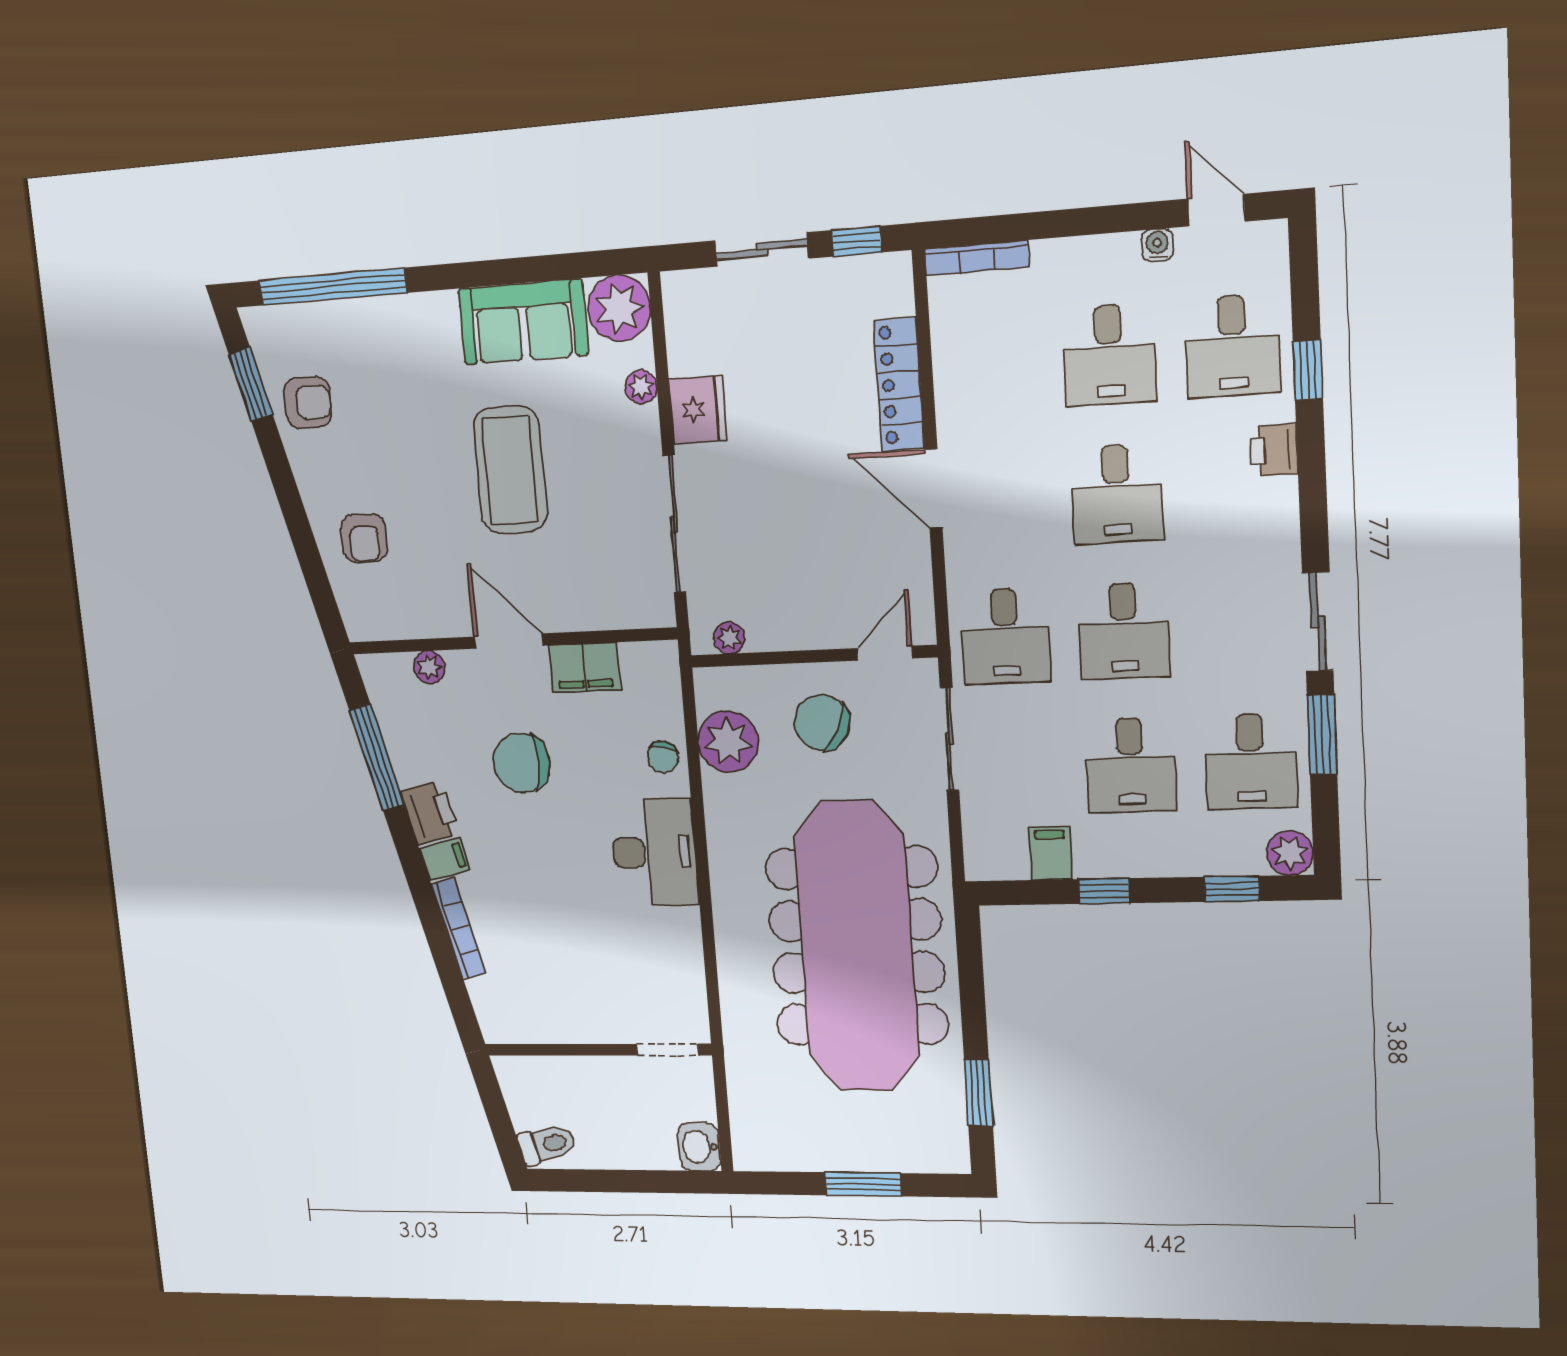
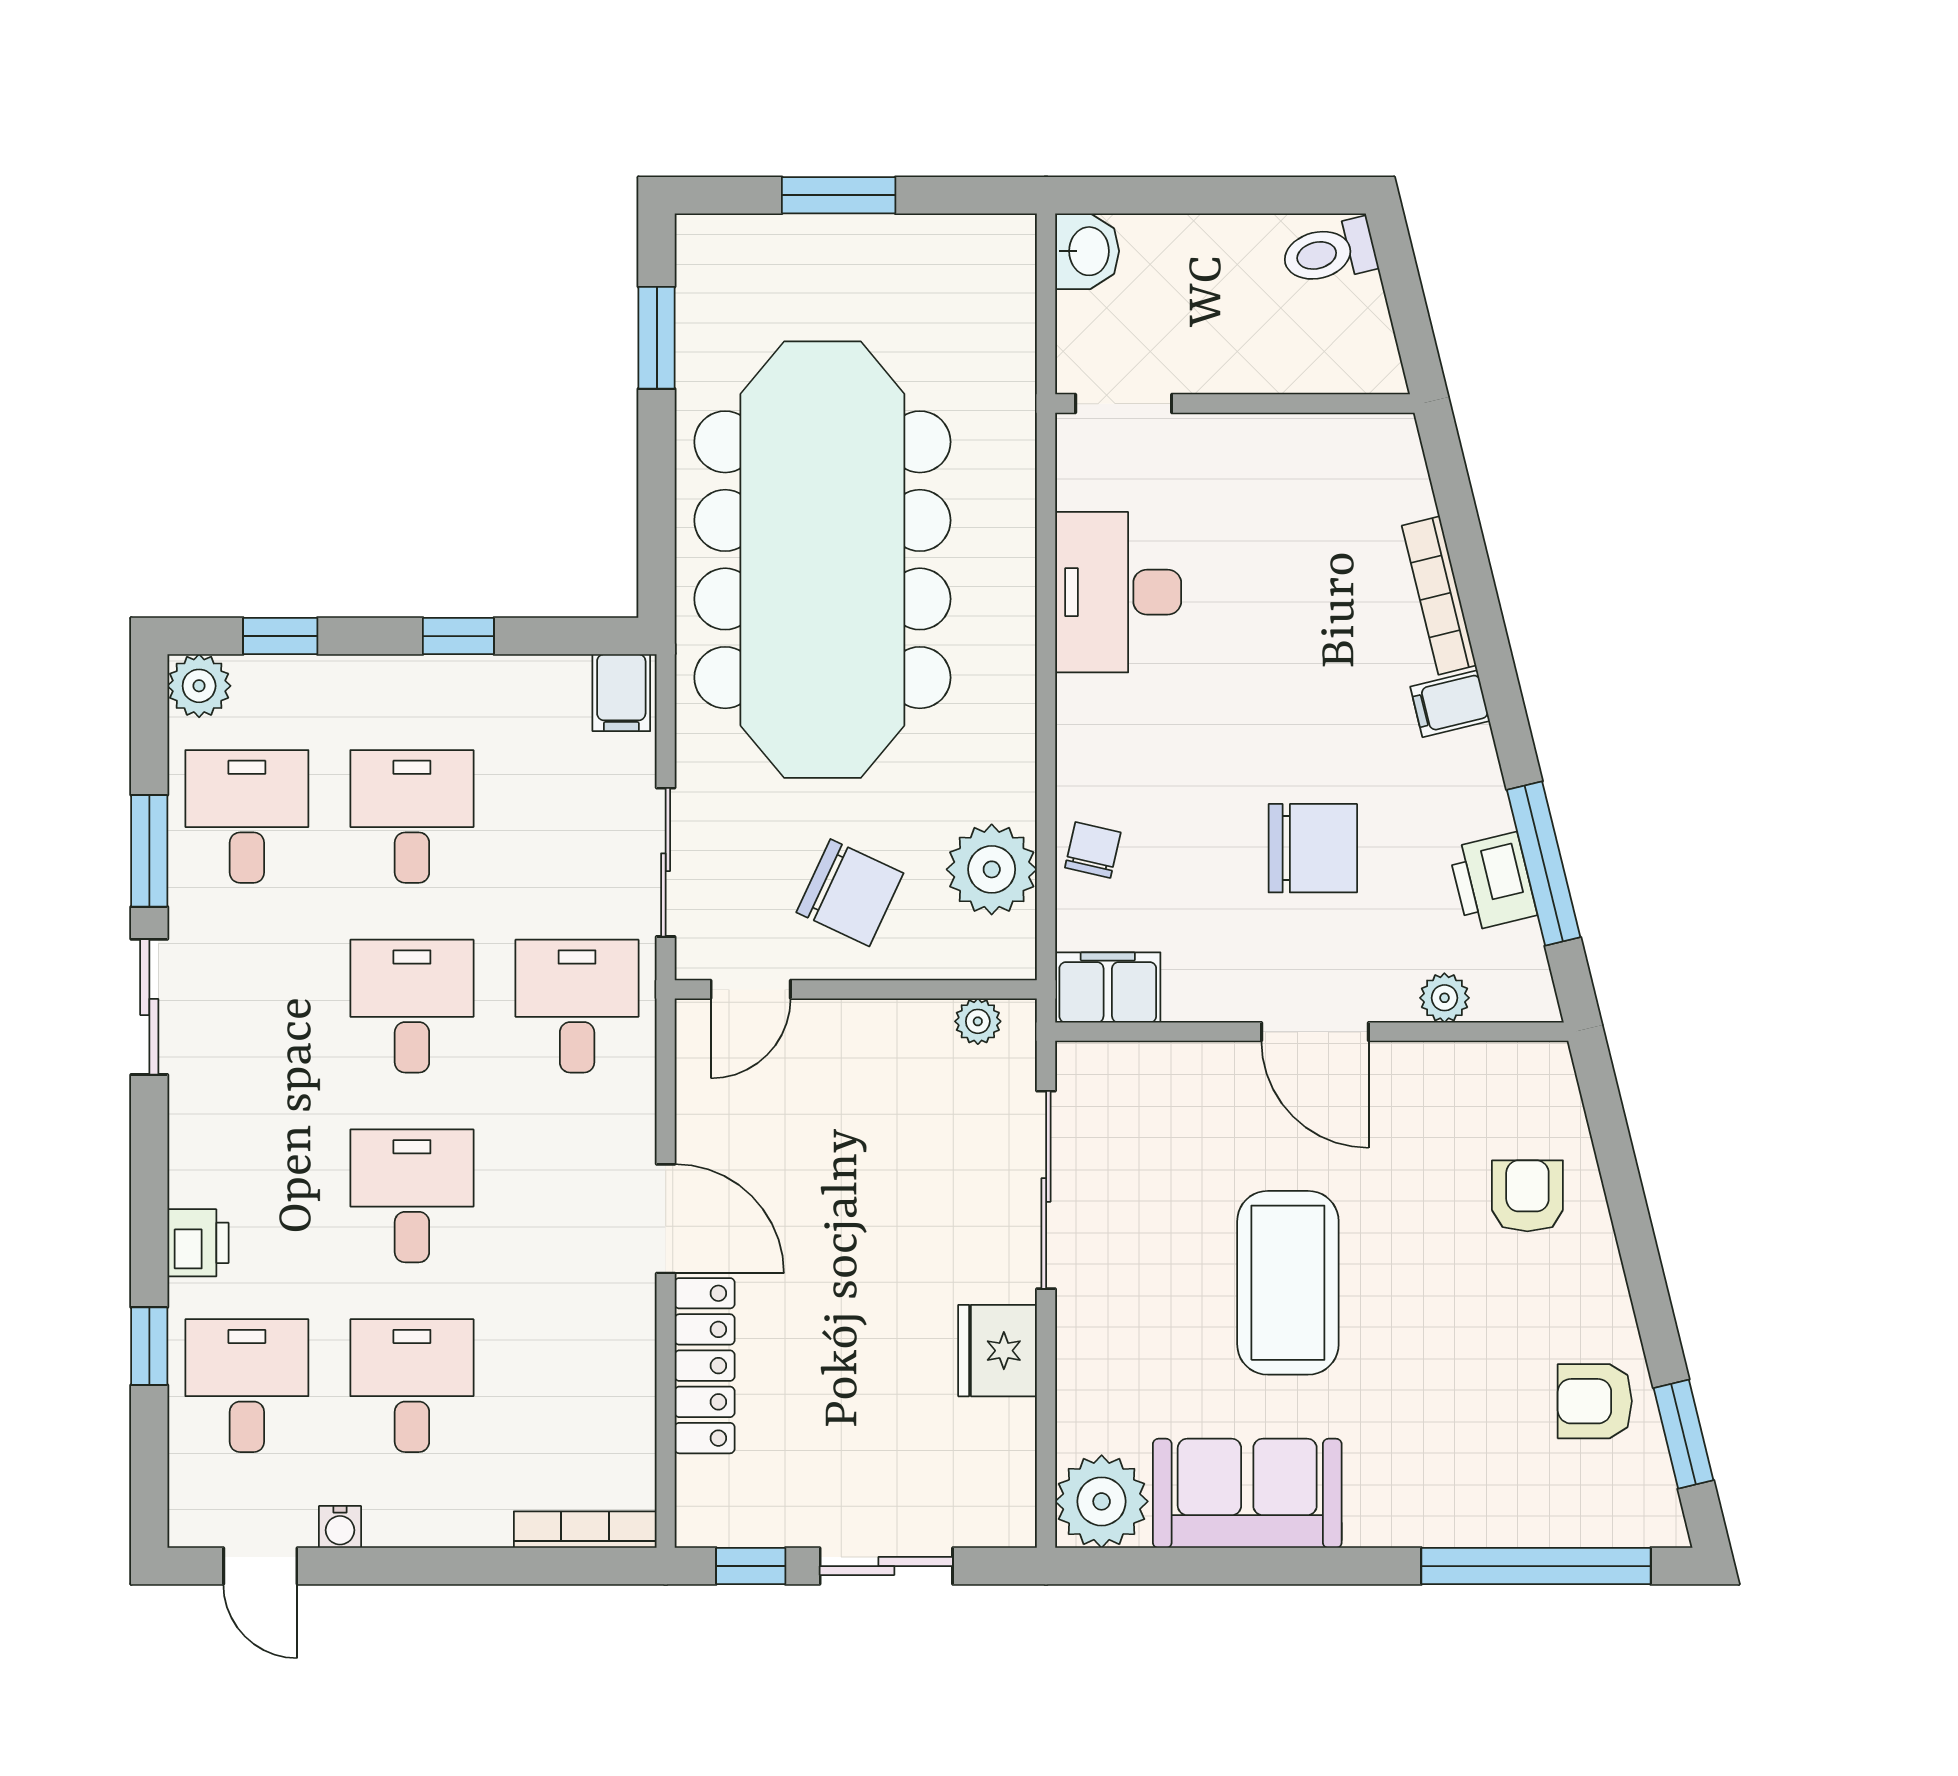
plant: (641, 387) -> (1079, 1388), removed
filing cabinet: (585, 667) -> (1108, 987), moved
printer: (430, 813) -> (1493, 882), moved
desk: (654, 852) -> (1118, 592), moved
filing cabinet: (1051, 853) -> (621, 693), moved

